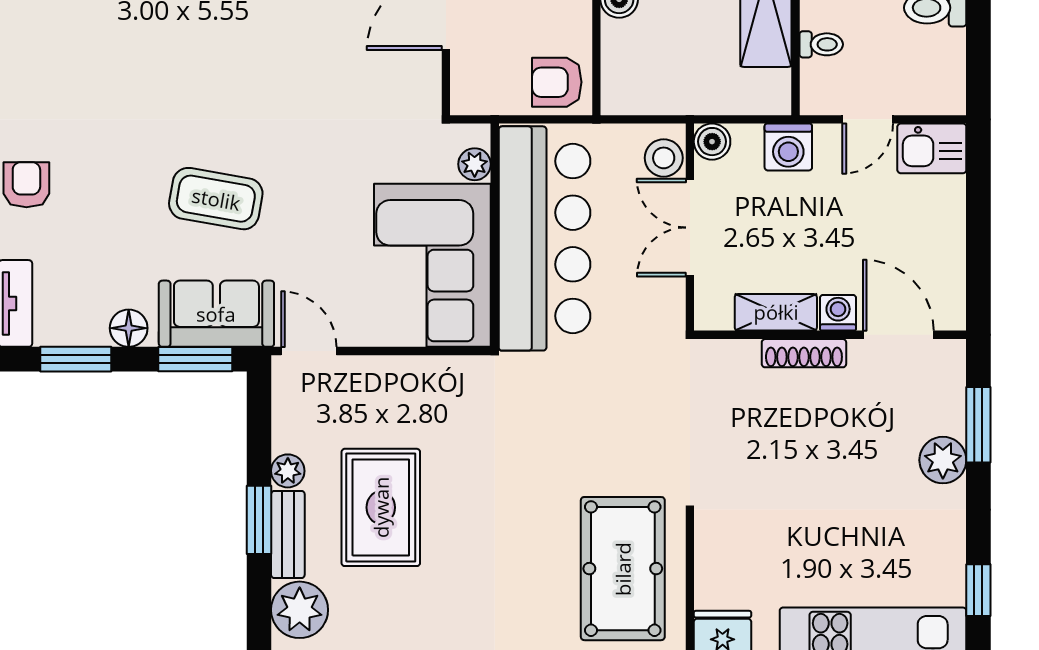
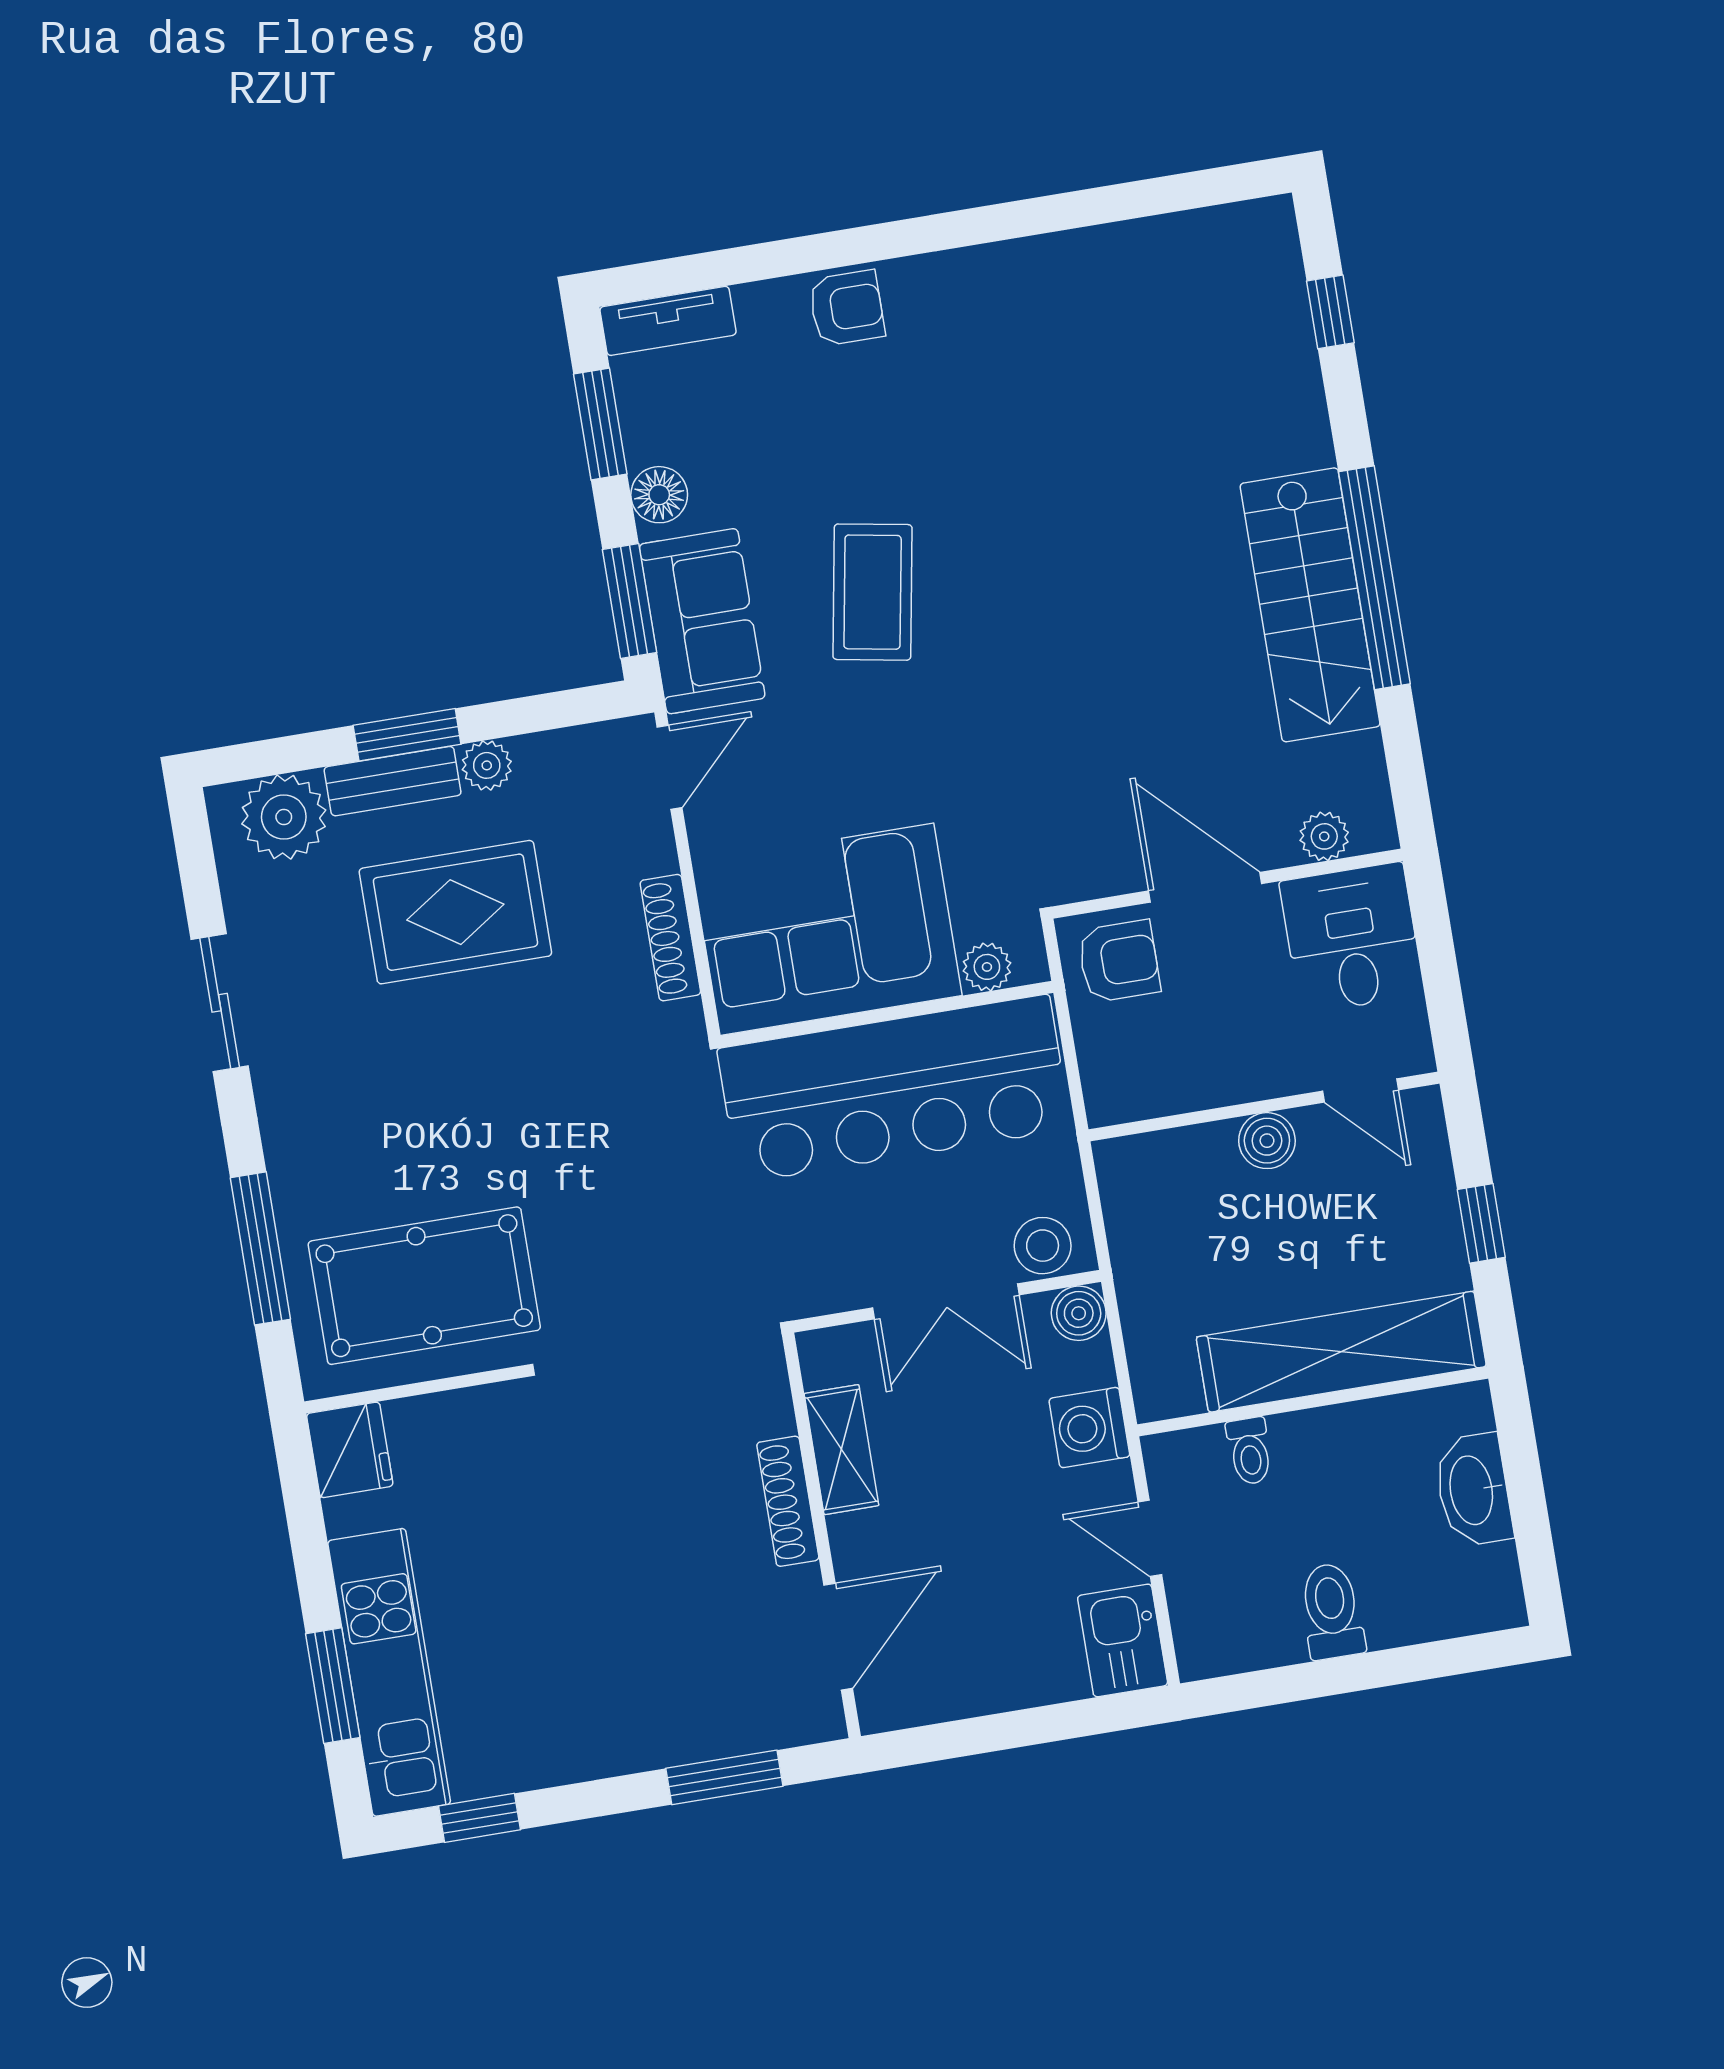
armchair: (557, 82) -> (1119, 961), moved, turned 90
double door: (690, 228) -> (946, 1301), swing flipped
washing machine: (838, 313) -> (856, 1542), removed
shoe rack: (421, 369) -> (670, 938), added
plant: (943, 460) -> (663, 1733), removed

